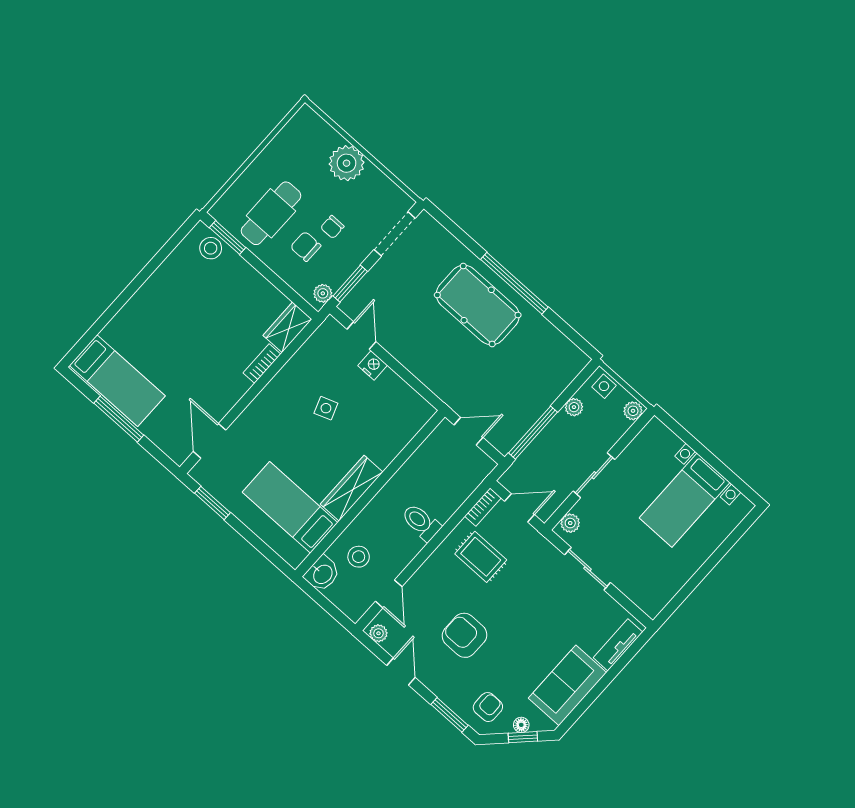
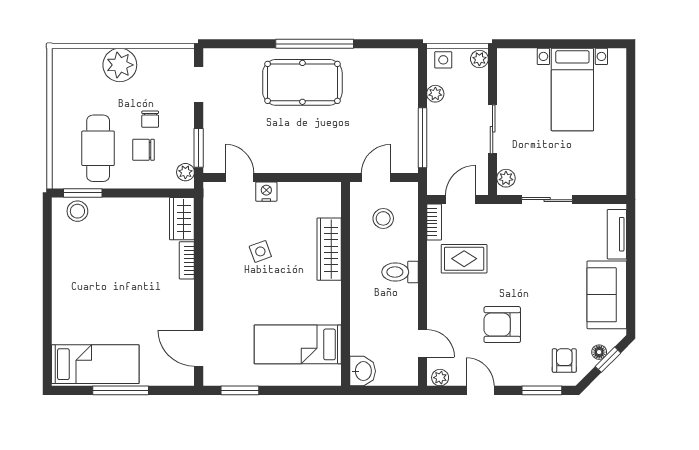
doorway: (395, 234) -> (199, 85), width x0.73
wardrobe: (352, 488) -> (329, 249), moved
stool: (359, 557) -> (383, 218), moved

